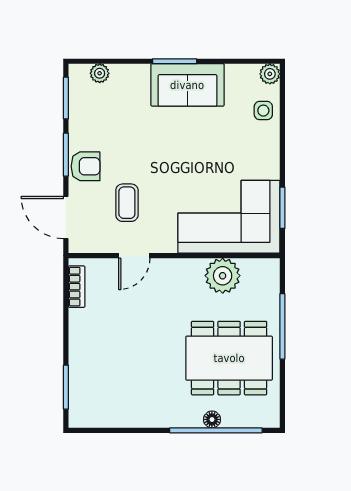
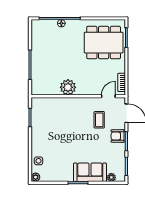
sofa: (187, 85) -> (90, 172), moved
corner sofa: (229, 217) -> (54, 114), removed
door: (134, 256) -> (108, 96), moved
plant: (223, 276) -> (68, 87), moved
dining table: (229, 358) -> (104, 43), moved

